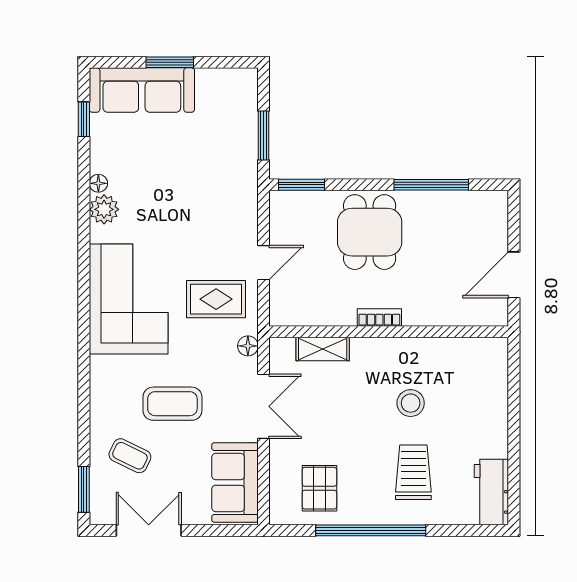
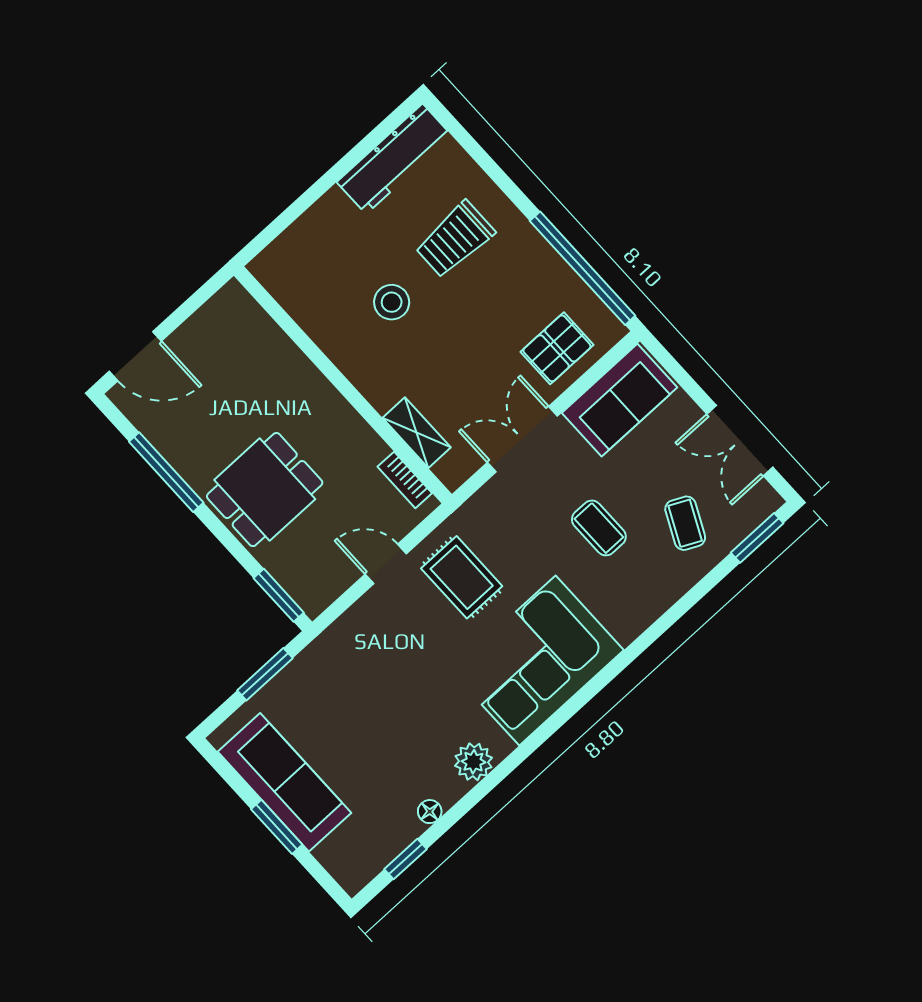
sofa: (142, 90) -> (284, 782), moved
floor lamp: (98, 183) -> (430, 812), moved
door: (514, 275) -> (135, 356), moved
bookcase: (379, 318) -> (405, 480), moved
floor lamp: (248, 346) -> (479, 506), removed
coffee table: (172, 404) -> (599, 528), width x0.73, depth x0.77
pallet: (319, 488) -> (557, 348), moved
workbench: (491, 492) -> (394, 159), width x1.38
window: (371, 530) -> (583, 268), moved

